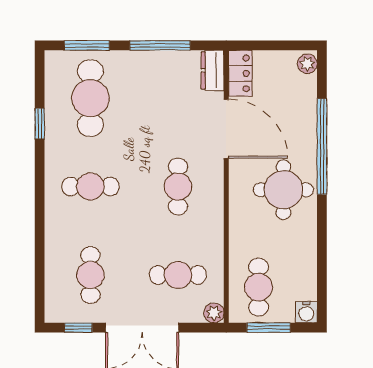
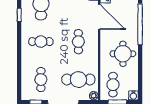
round table: (283, 190) -> (123, 54), moved
cafe table: (178, 275) -> (78, 79), width x1.37, depth x1.35

